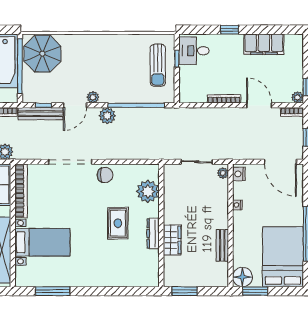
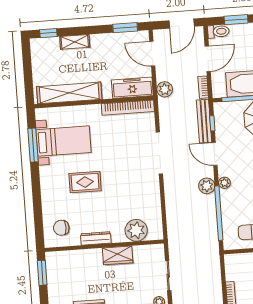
plant: (93, 97) -> (224, 183), moved
chair: (105, 175) -> (61, 228), moved, turned 90
rug: (118, 223) -> (85, 182), moved
wardrobe: (172, 240) -> (118, 255), moved
bed with nightstands: (42, 242) -> (64, 141), moved, turned -90

